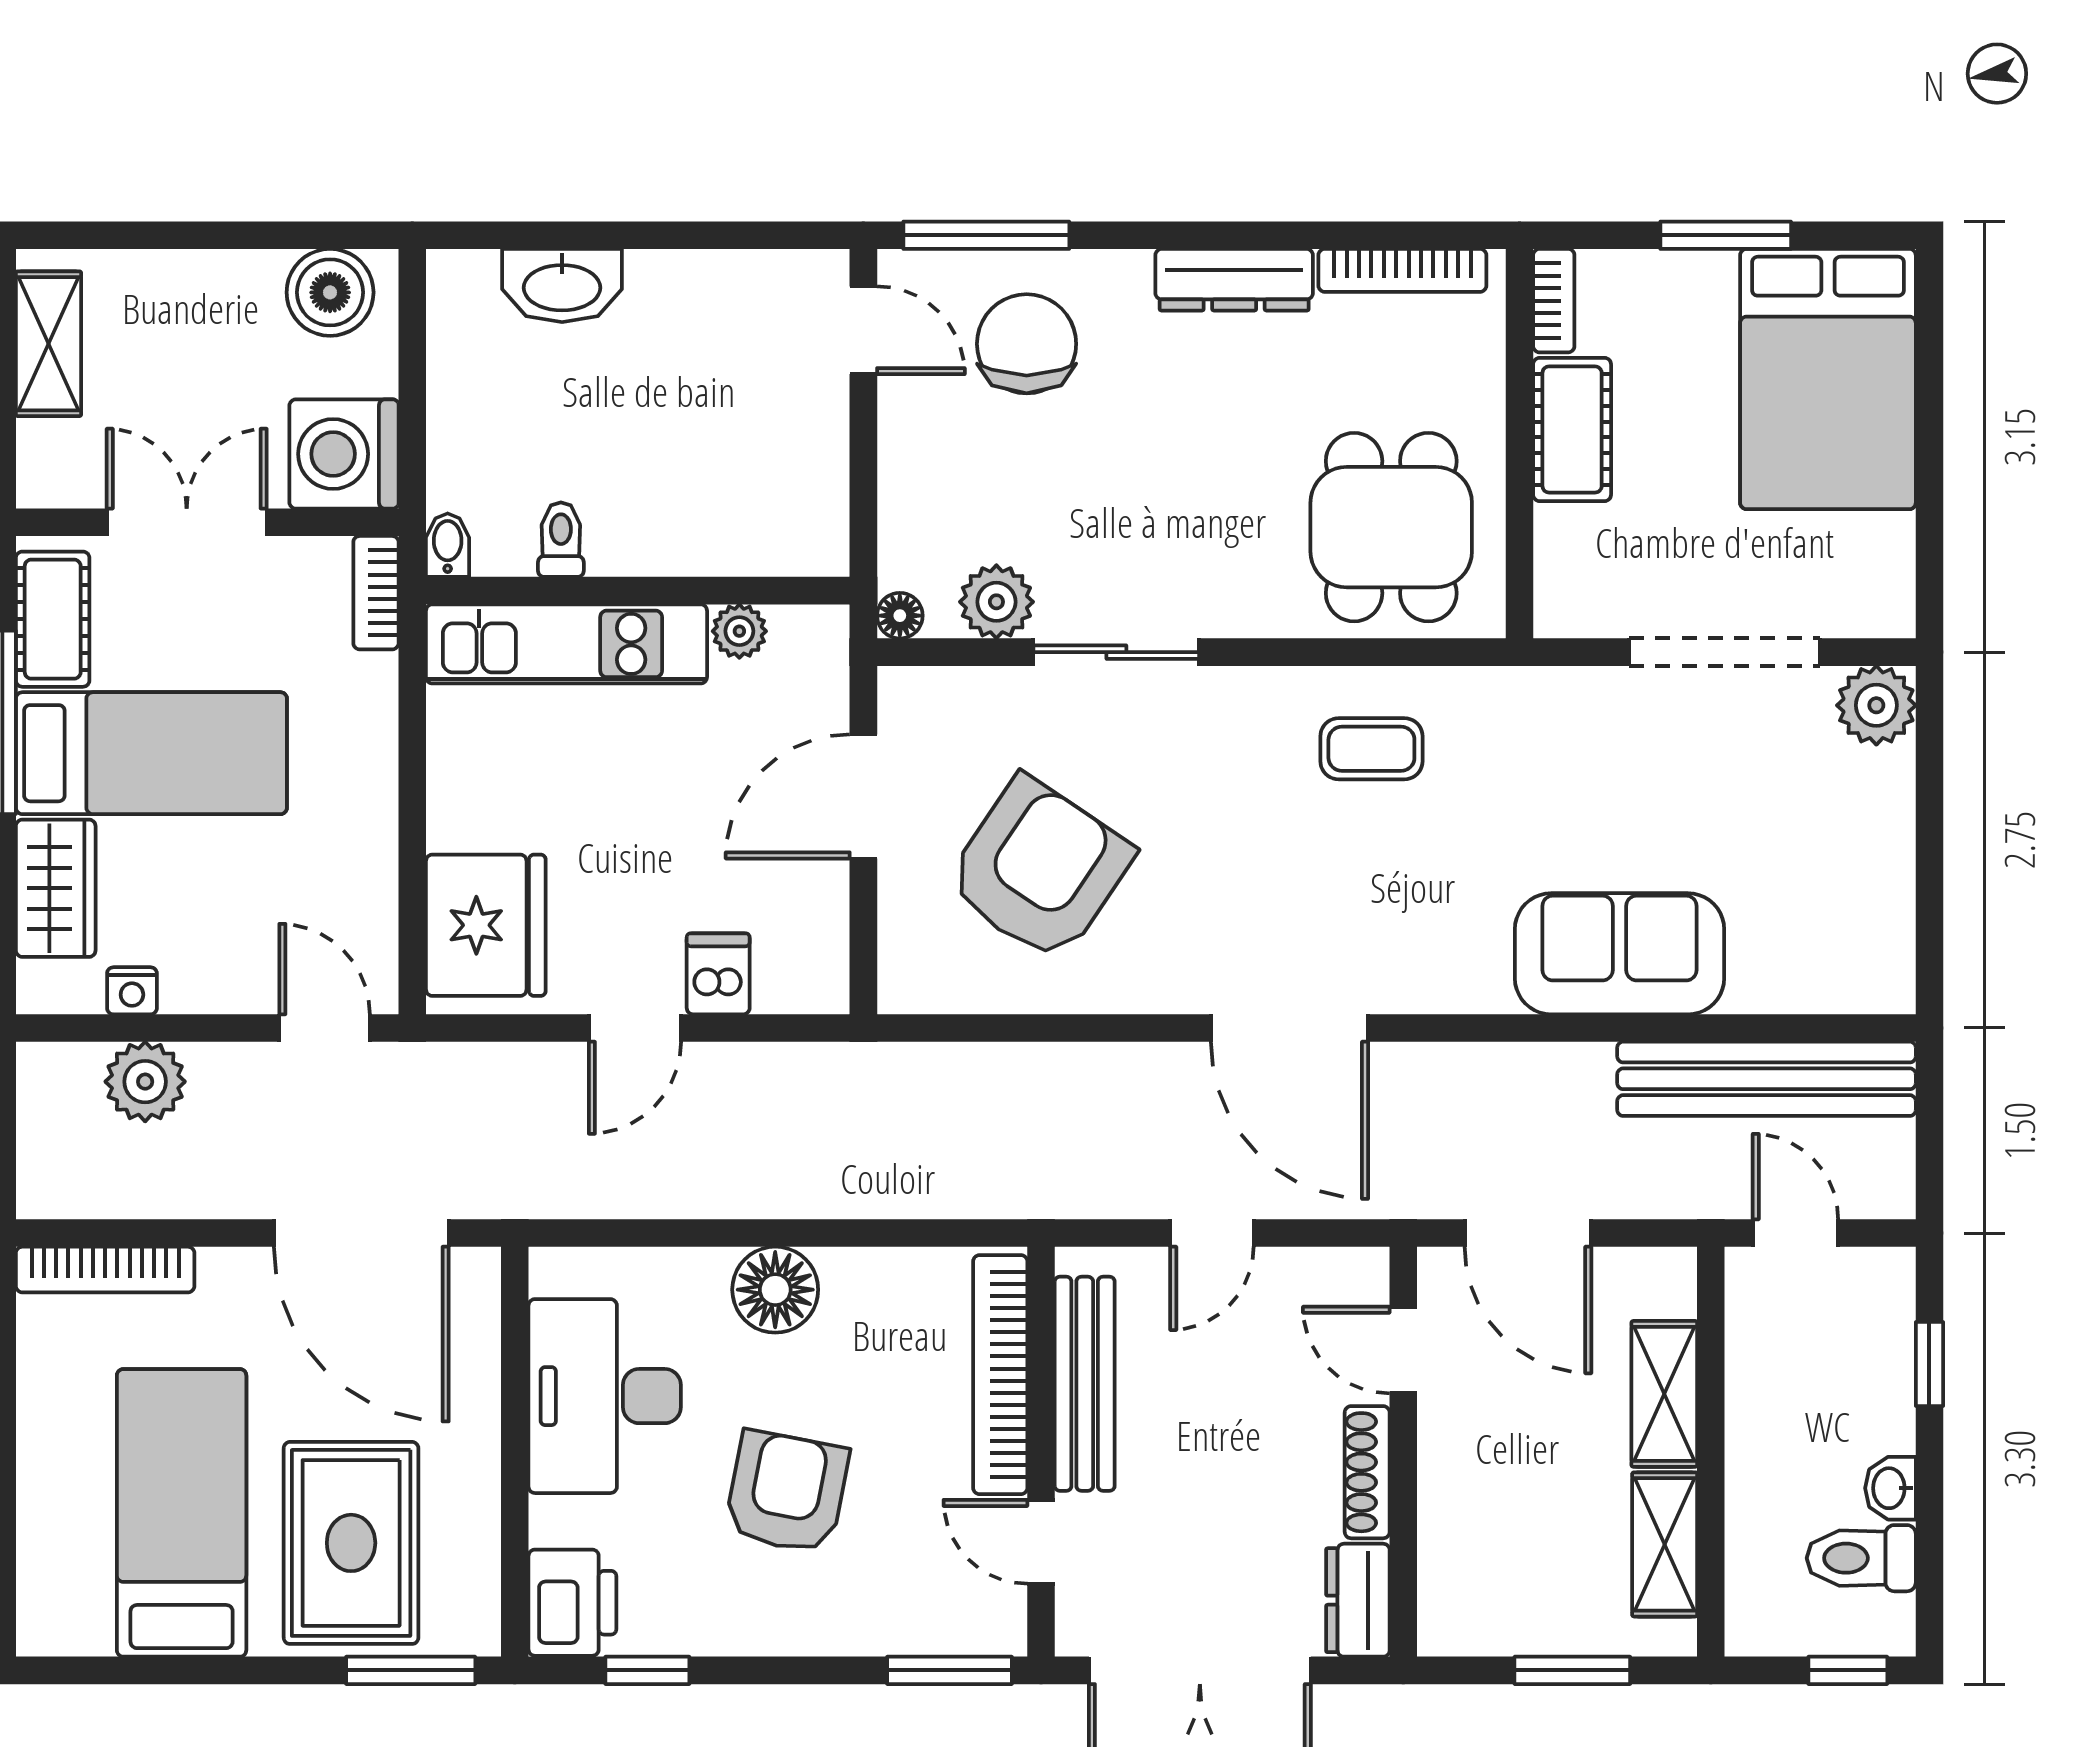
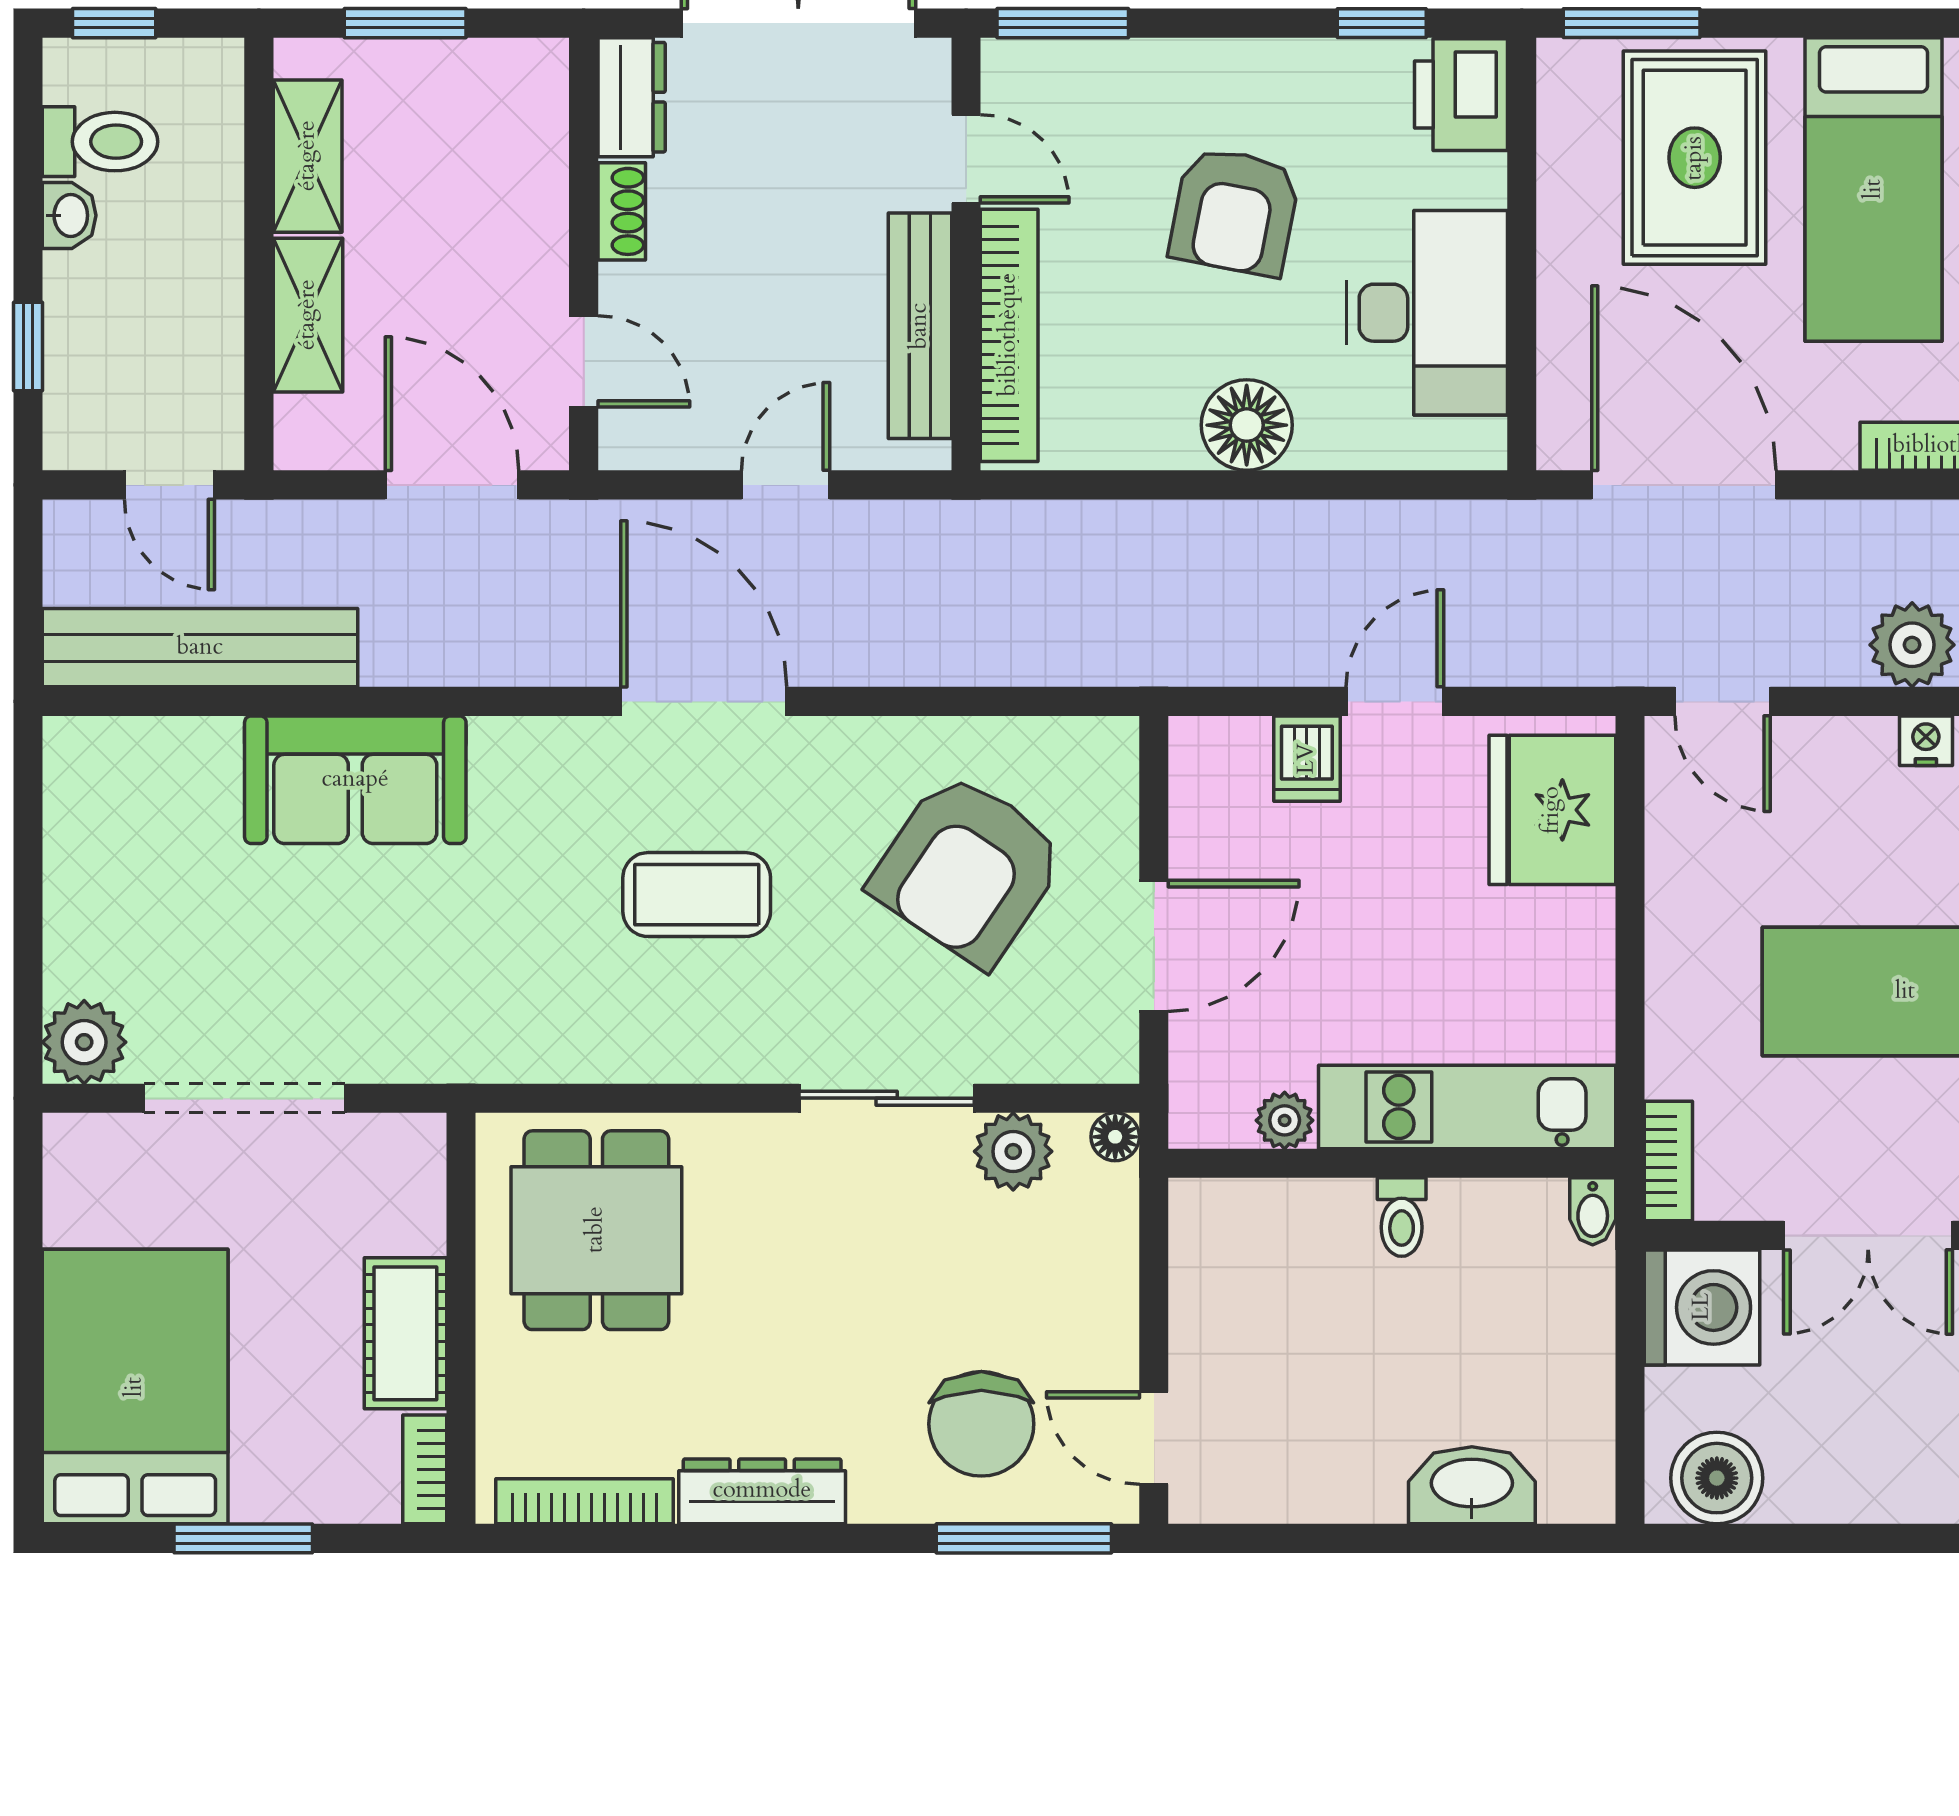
toilet: (561, 540) -> (1402, 1217), moved
coffee table: (1371, 749) -> (697, 895), moved, width x1.36, depth x1.30
shoe rack: (1367, 1472) -> (622, 211), width x0.70

